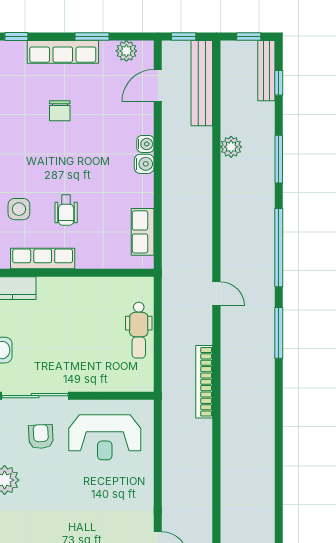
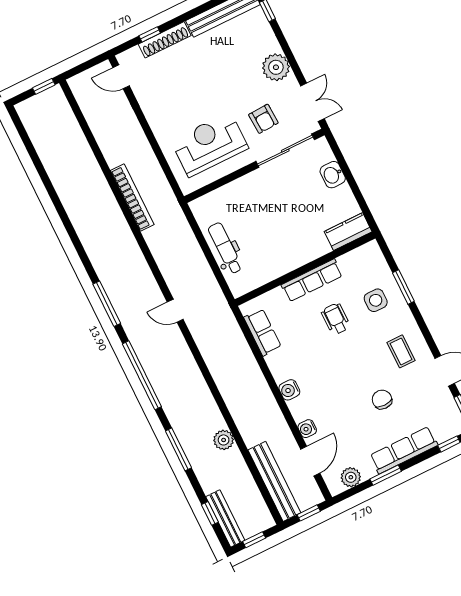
water cooler: (145, 144) -> (307, 429), moved
coffee table: (19, 148) -> (401, 351), added
row of seats: (43, 258) -> (312, 280), moved
bookcase: (204, 382) -> (132, 198), moved

